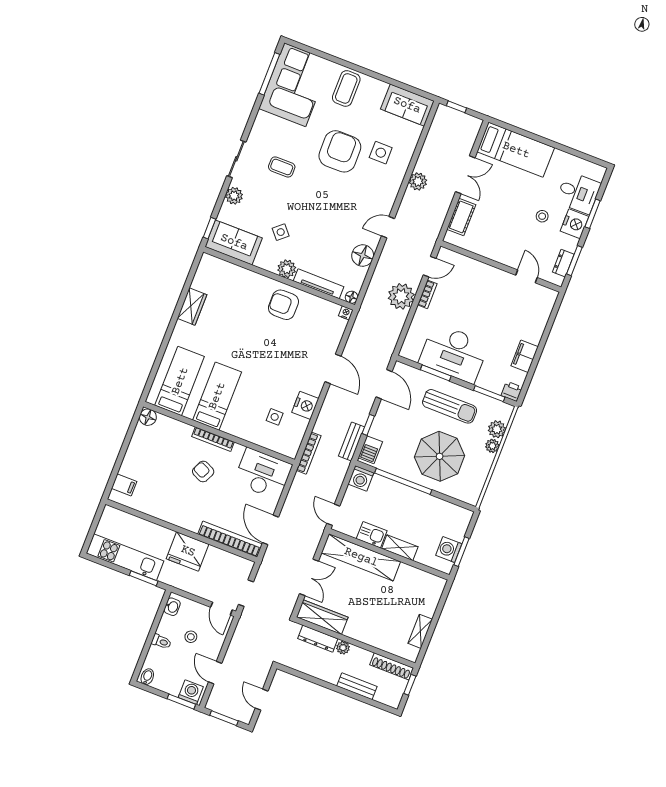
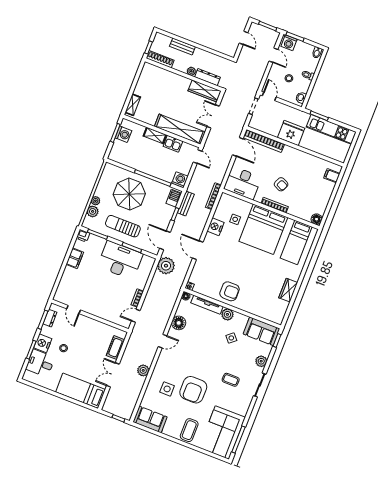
plant: (401, 296) -> (166, 266), moved
bed: (217, 396) -> (263, 229), width x2.04
shelving: (420, 631) -> (133, 105), moved

